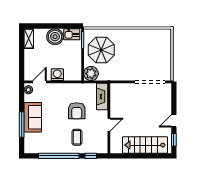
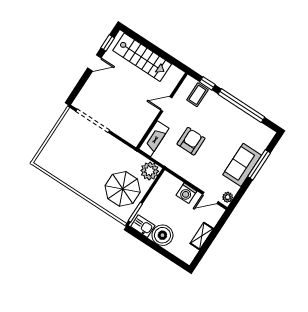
shelving: (29, 39) -> (202, 236), moved
coffee table: (77, 137) -> (197, 95), moved

